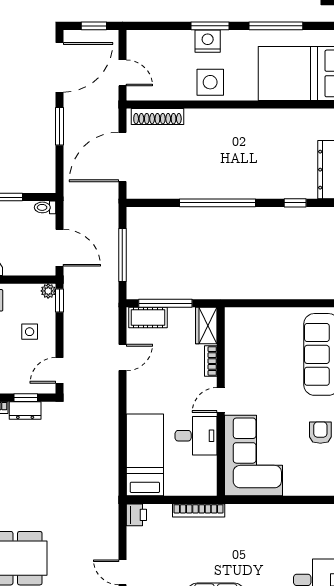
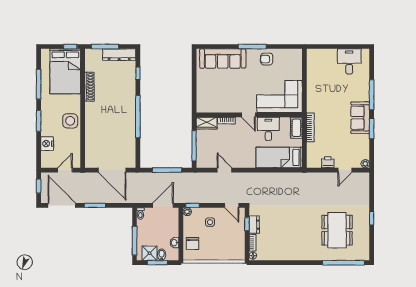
nightstand: (208, 41) -> (47, 144), moved
shoe rack: (157, 117) -> (89, 87), moved
cot: (148, 317) -> (296, 128), moved
printer: (136, 515) -> (328, 162), moved

